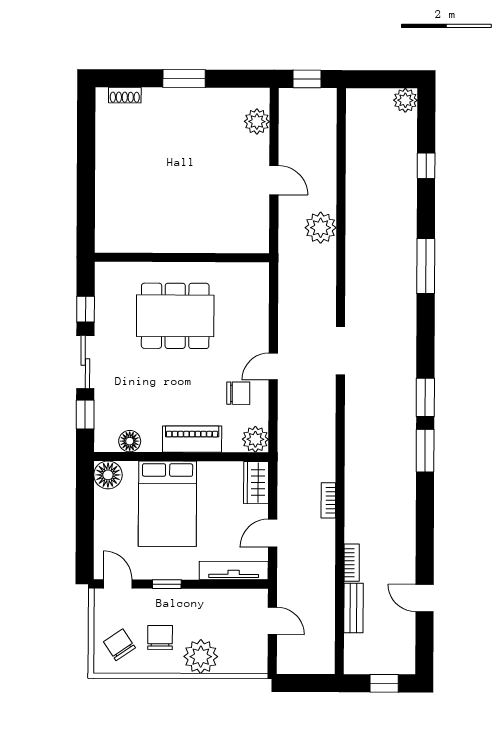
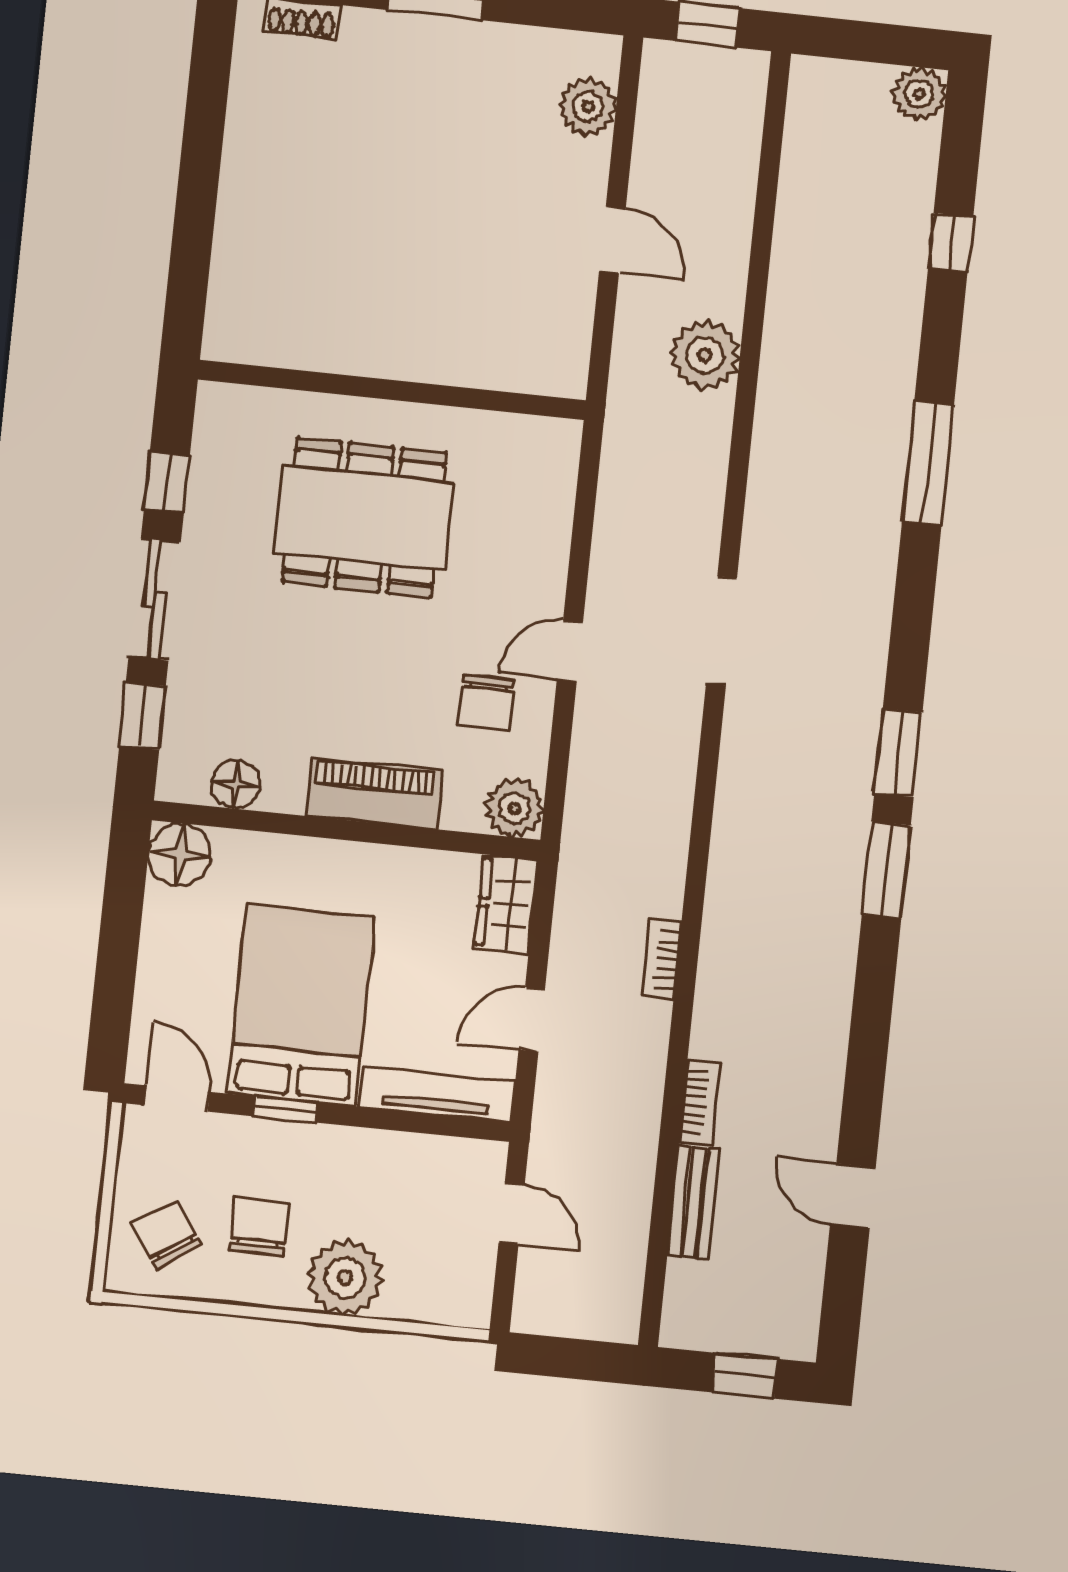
chair: (238, 393) -> (487, 702), turned 90
bed: (167, 504) -> (301, 1005), moved, turned 180

